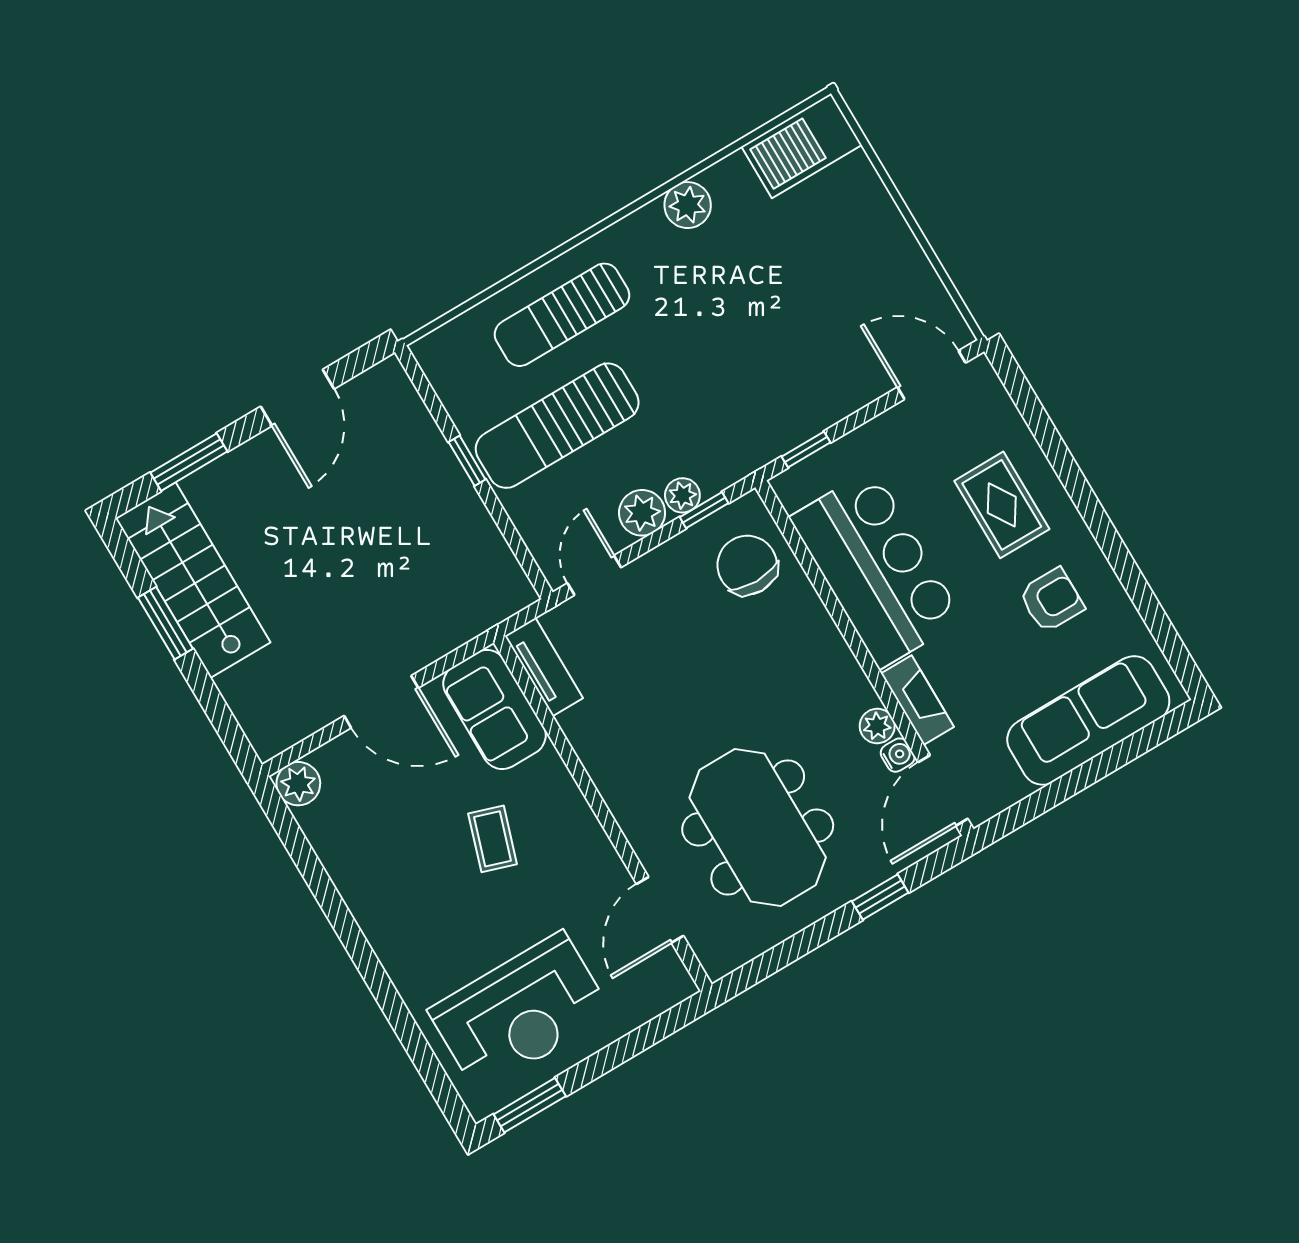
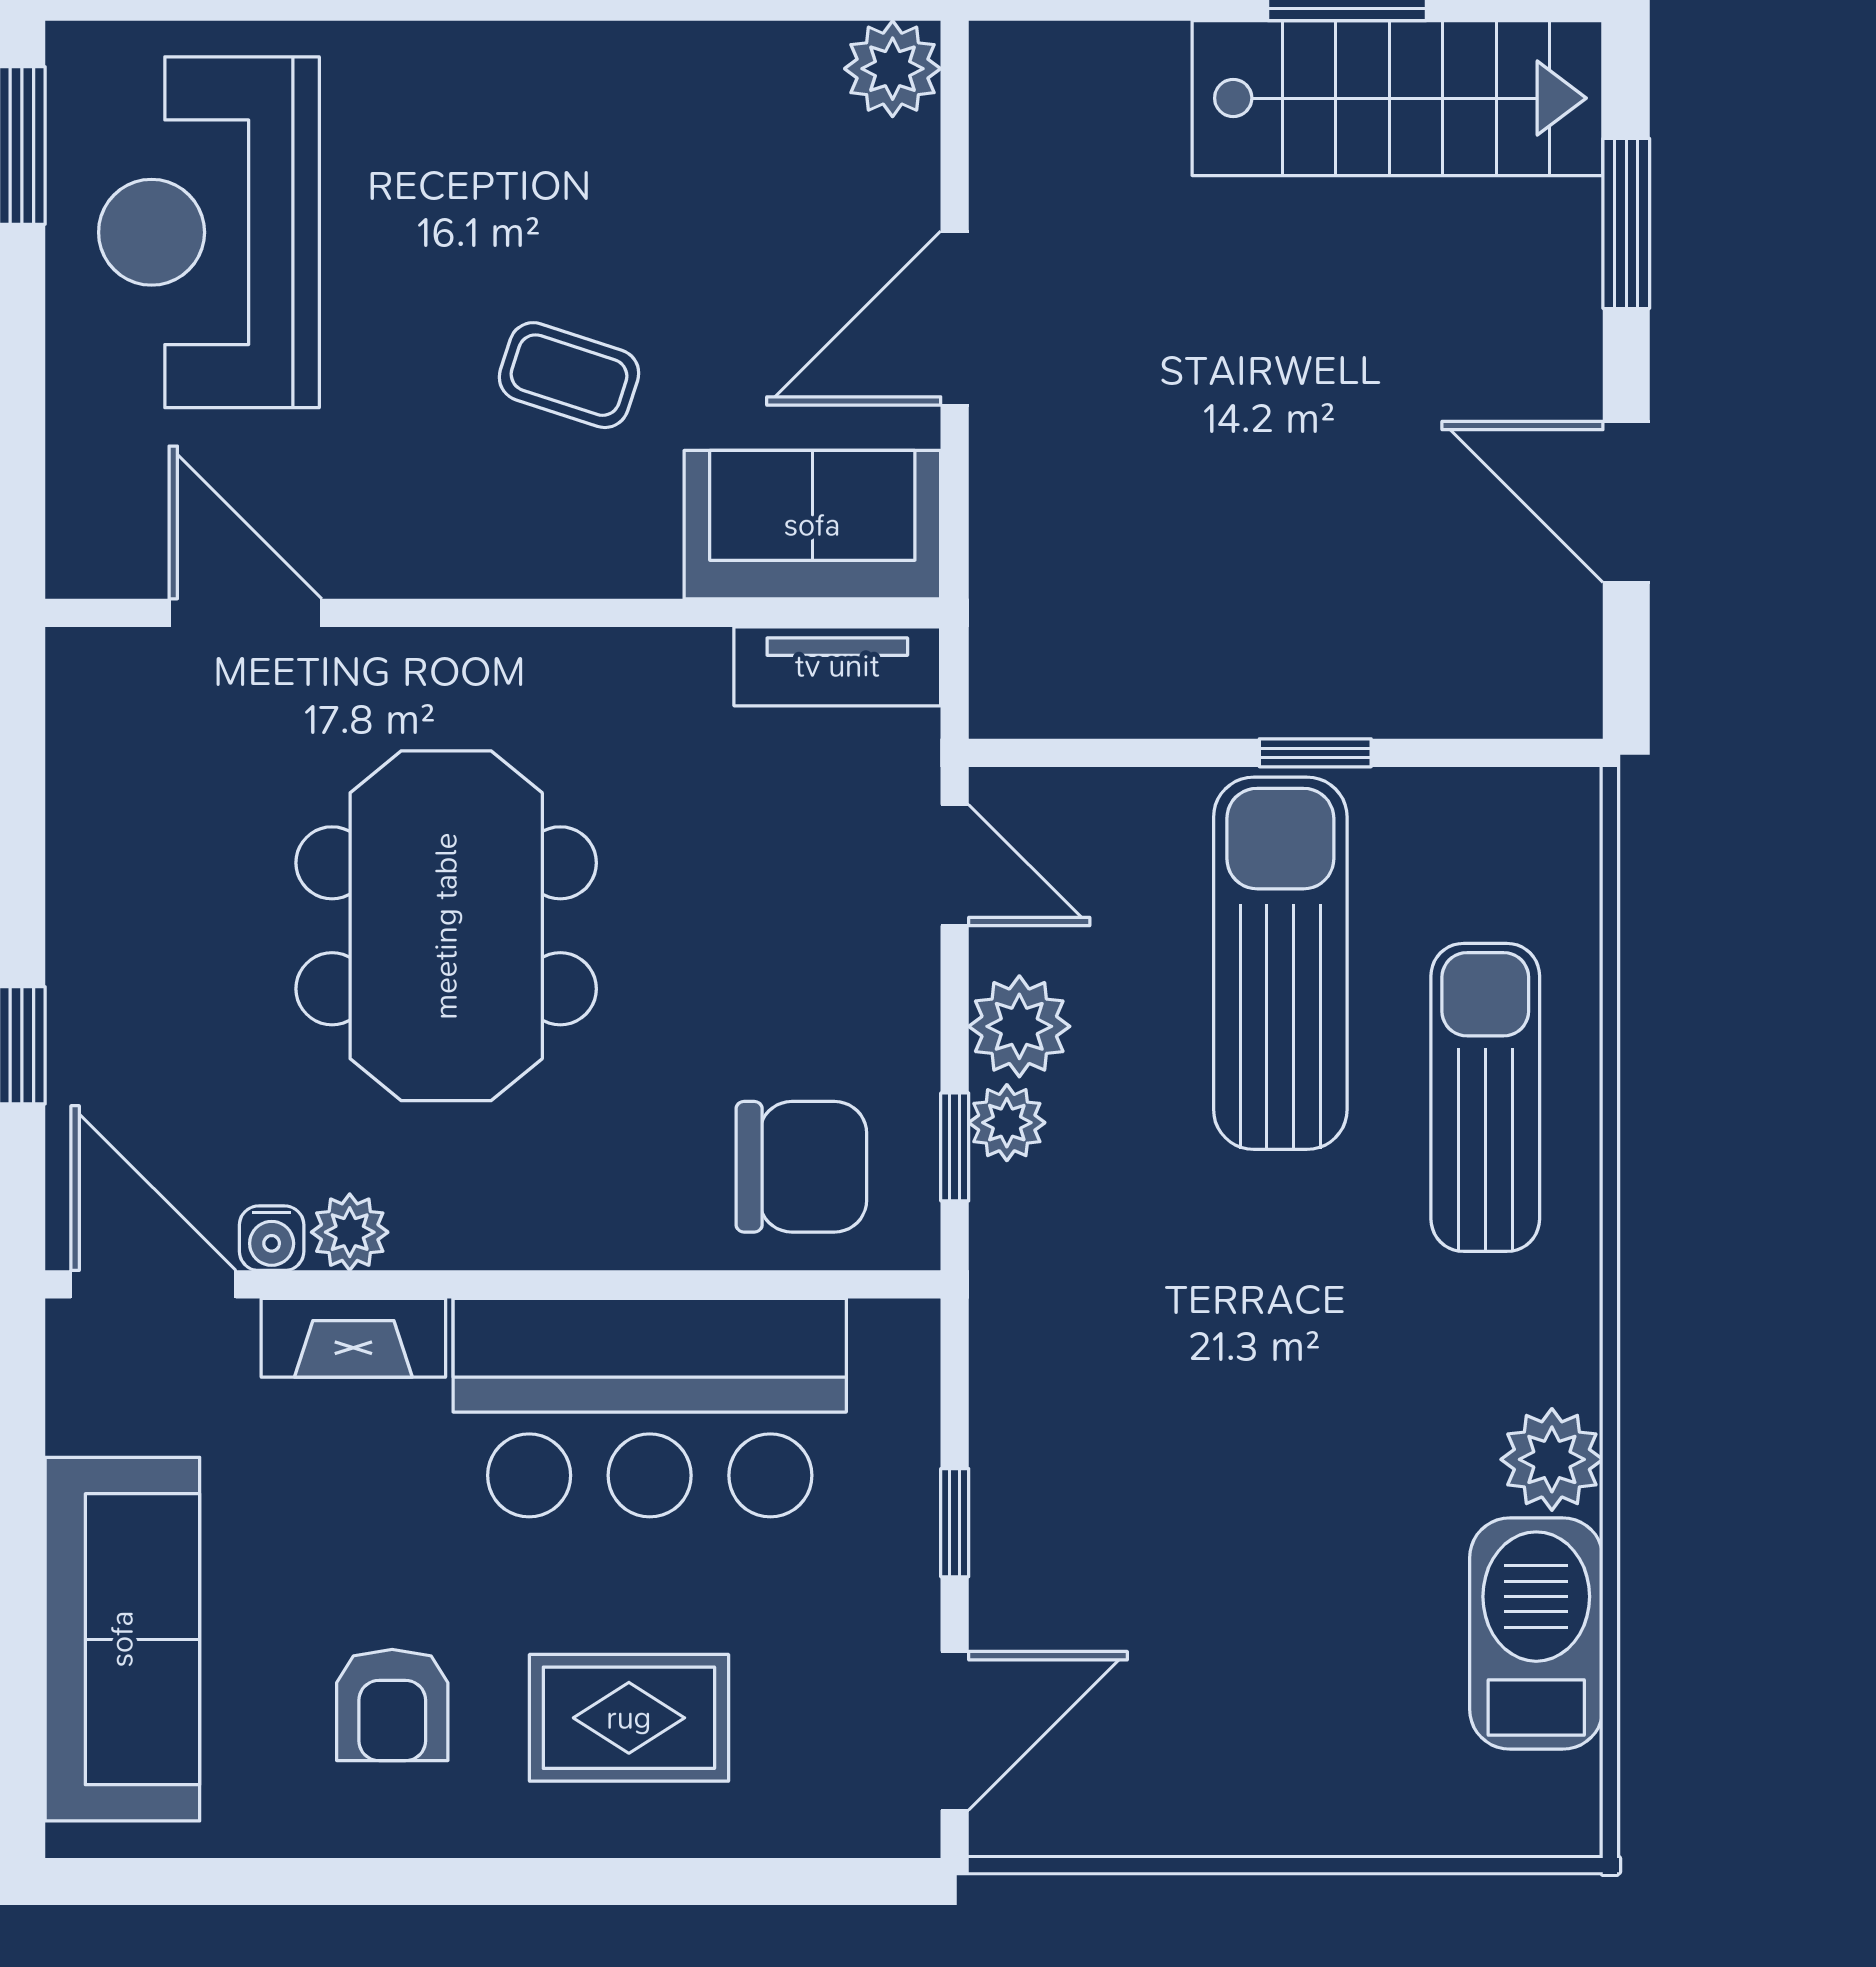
barbecue: (802, 146) -> (1536, 1634), moved
window: (806, 450) -> (955, 1523), moved
meeting table: (758, 827) -> (446, 926), moved, turned 90

